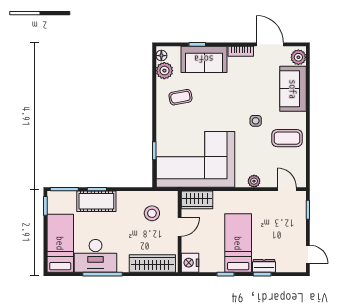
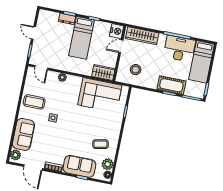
corner sofa: (196, 159) -> (100, 95), width x0.73, depth x0.74
door: (180, 227) -> (121, 46), moved
door: (308, 254) -> (33, 33), moved

